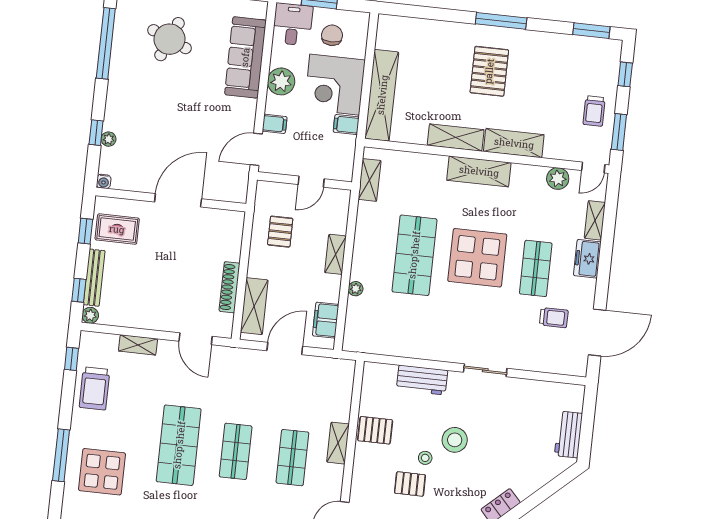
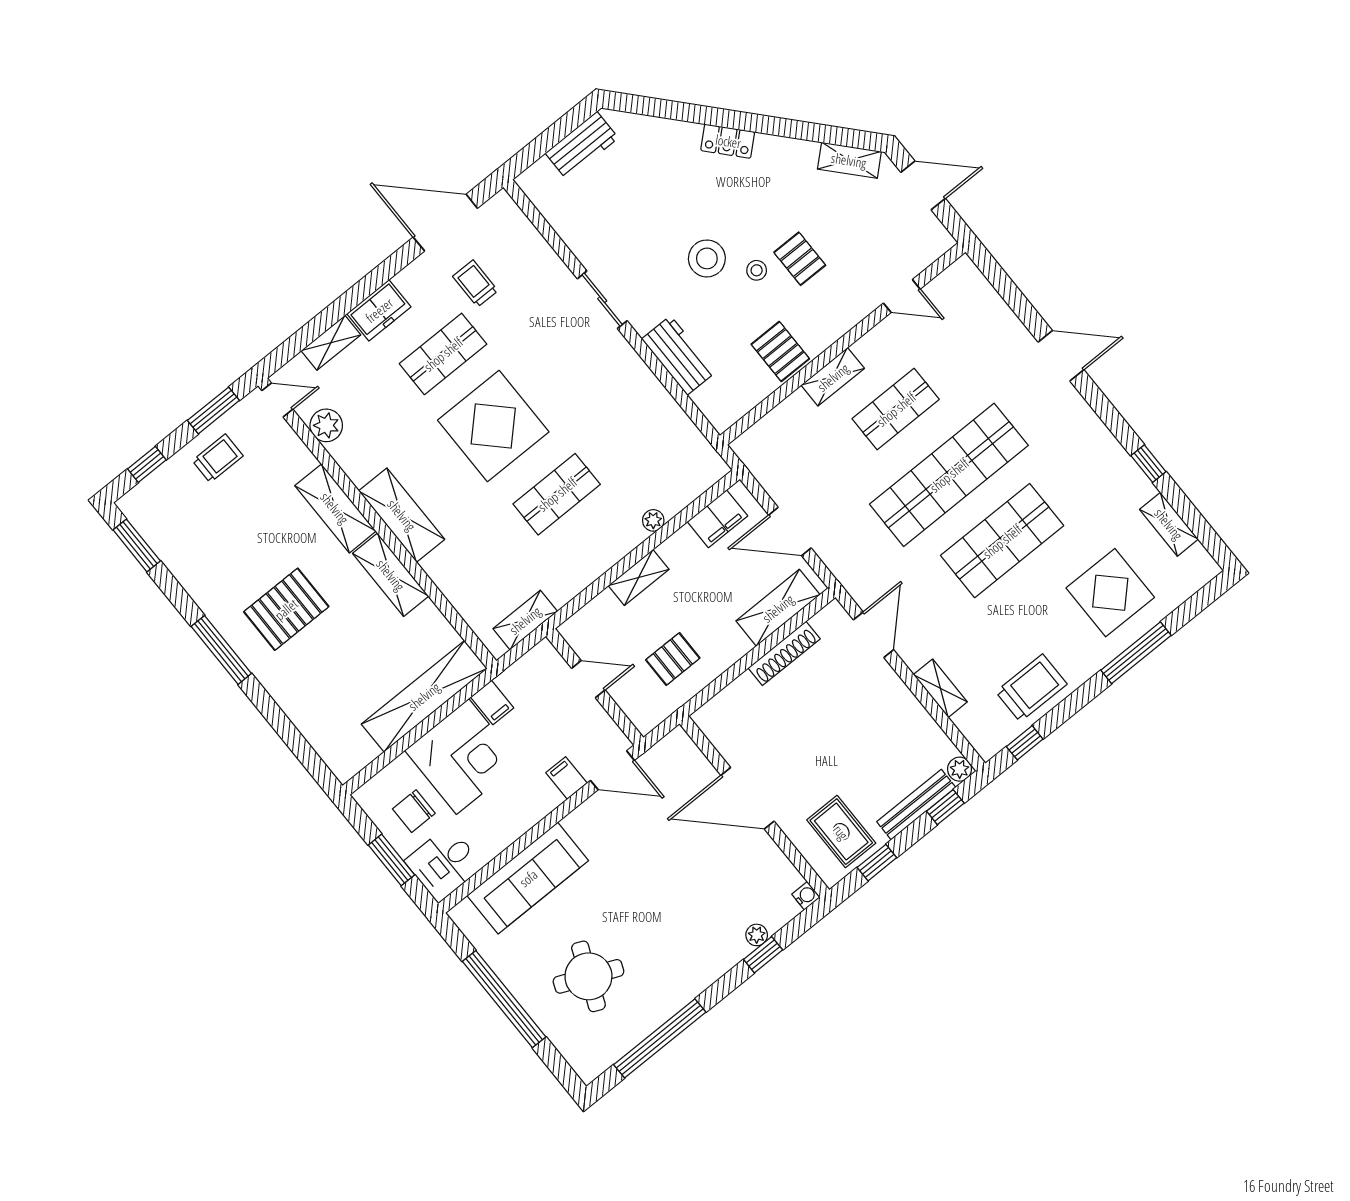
plant: (281, 81) -> (515, 816), removed
shop shelf: (414, 255) -> (557, 494), width x0.70, depth x0.74
shop shelf: (236, 451) -> (949, 475), width x2.00, depth x1.36

